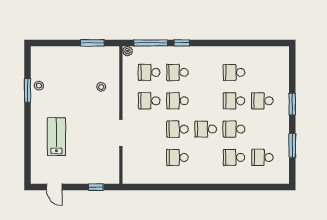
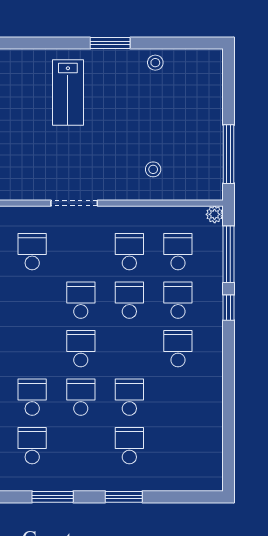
window: (92, 43) -> (229, 154), width x1.44
school desk: (234, 72) -> (178, 349), moved
window: (28, 90) -> (110, 43), moved
lab bench: (56, 137) -> (68, 93), turned 90
school desk: (177, 157) -> (32, 252), moved

